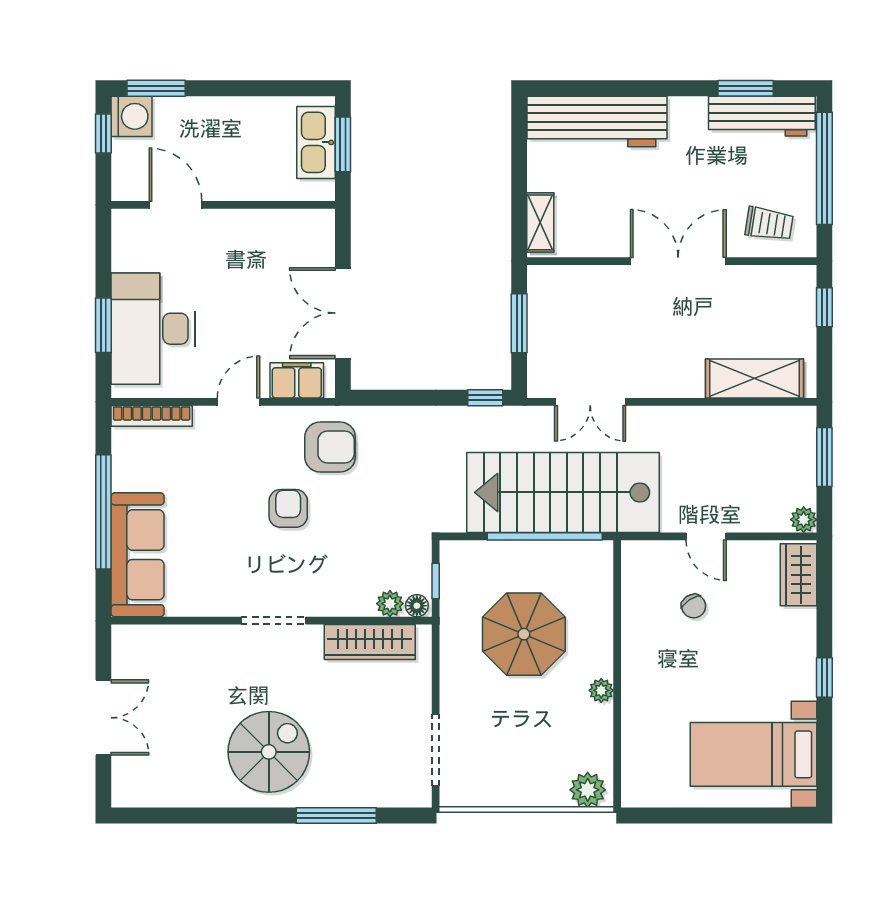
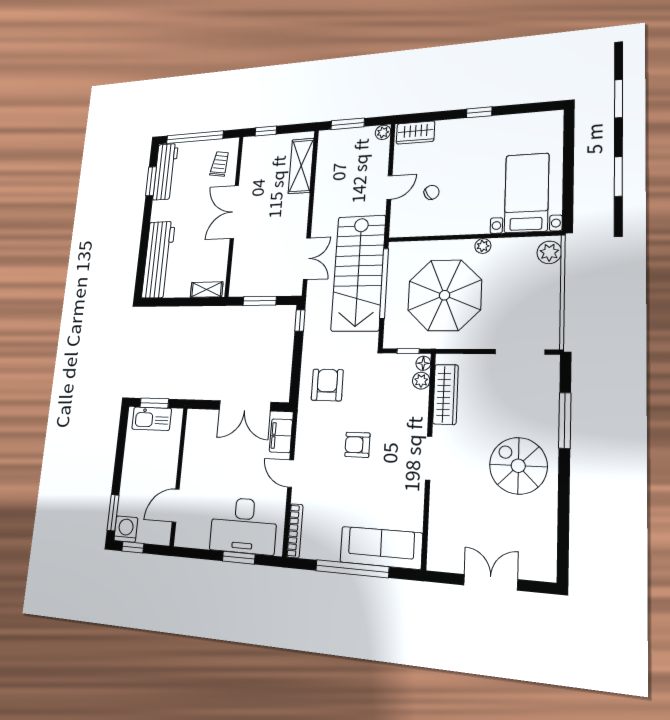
armchair: (330, 447) -> (327, 385), moved
parasol: (524, 634) -> (445, 295), width x1.36, depth x1.36
bed with nightstands: (753, 754) -> (527, 193), moved, turned 180

